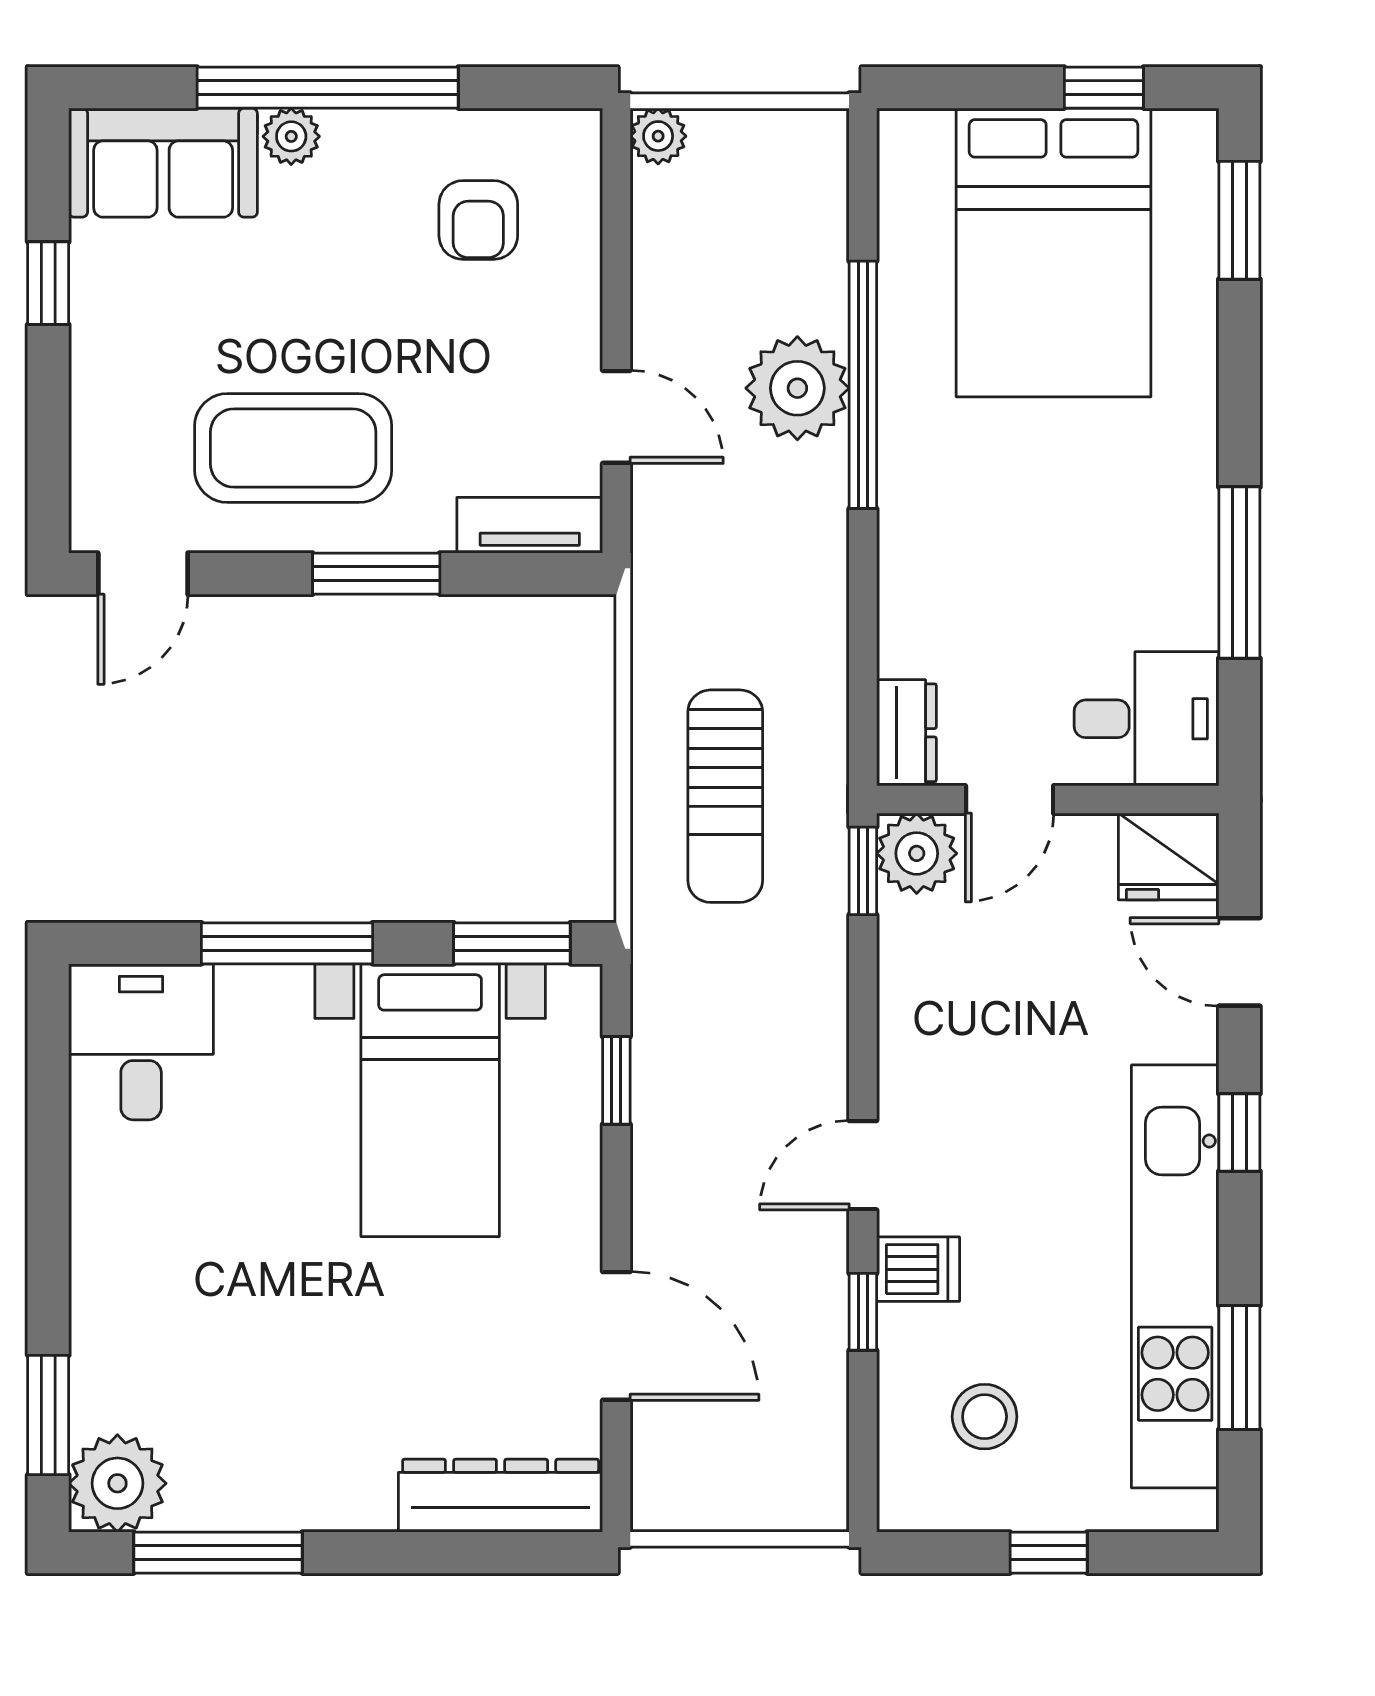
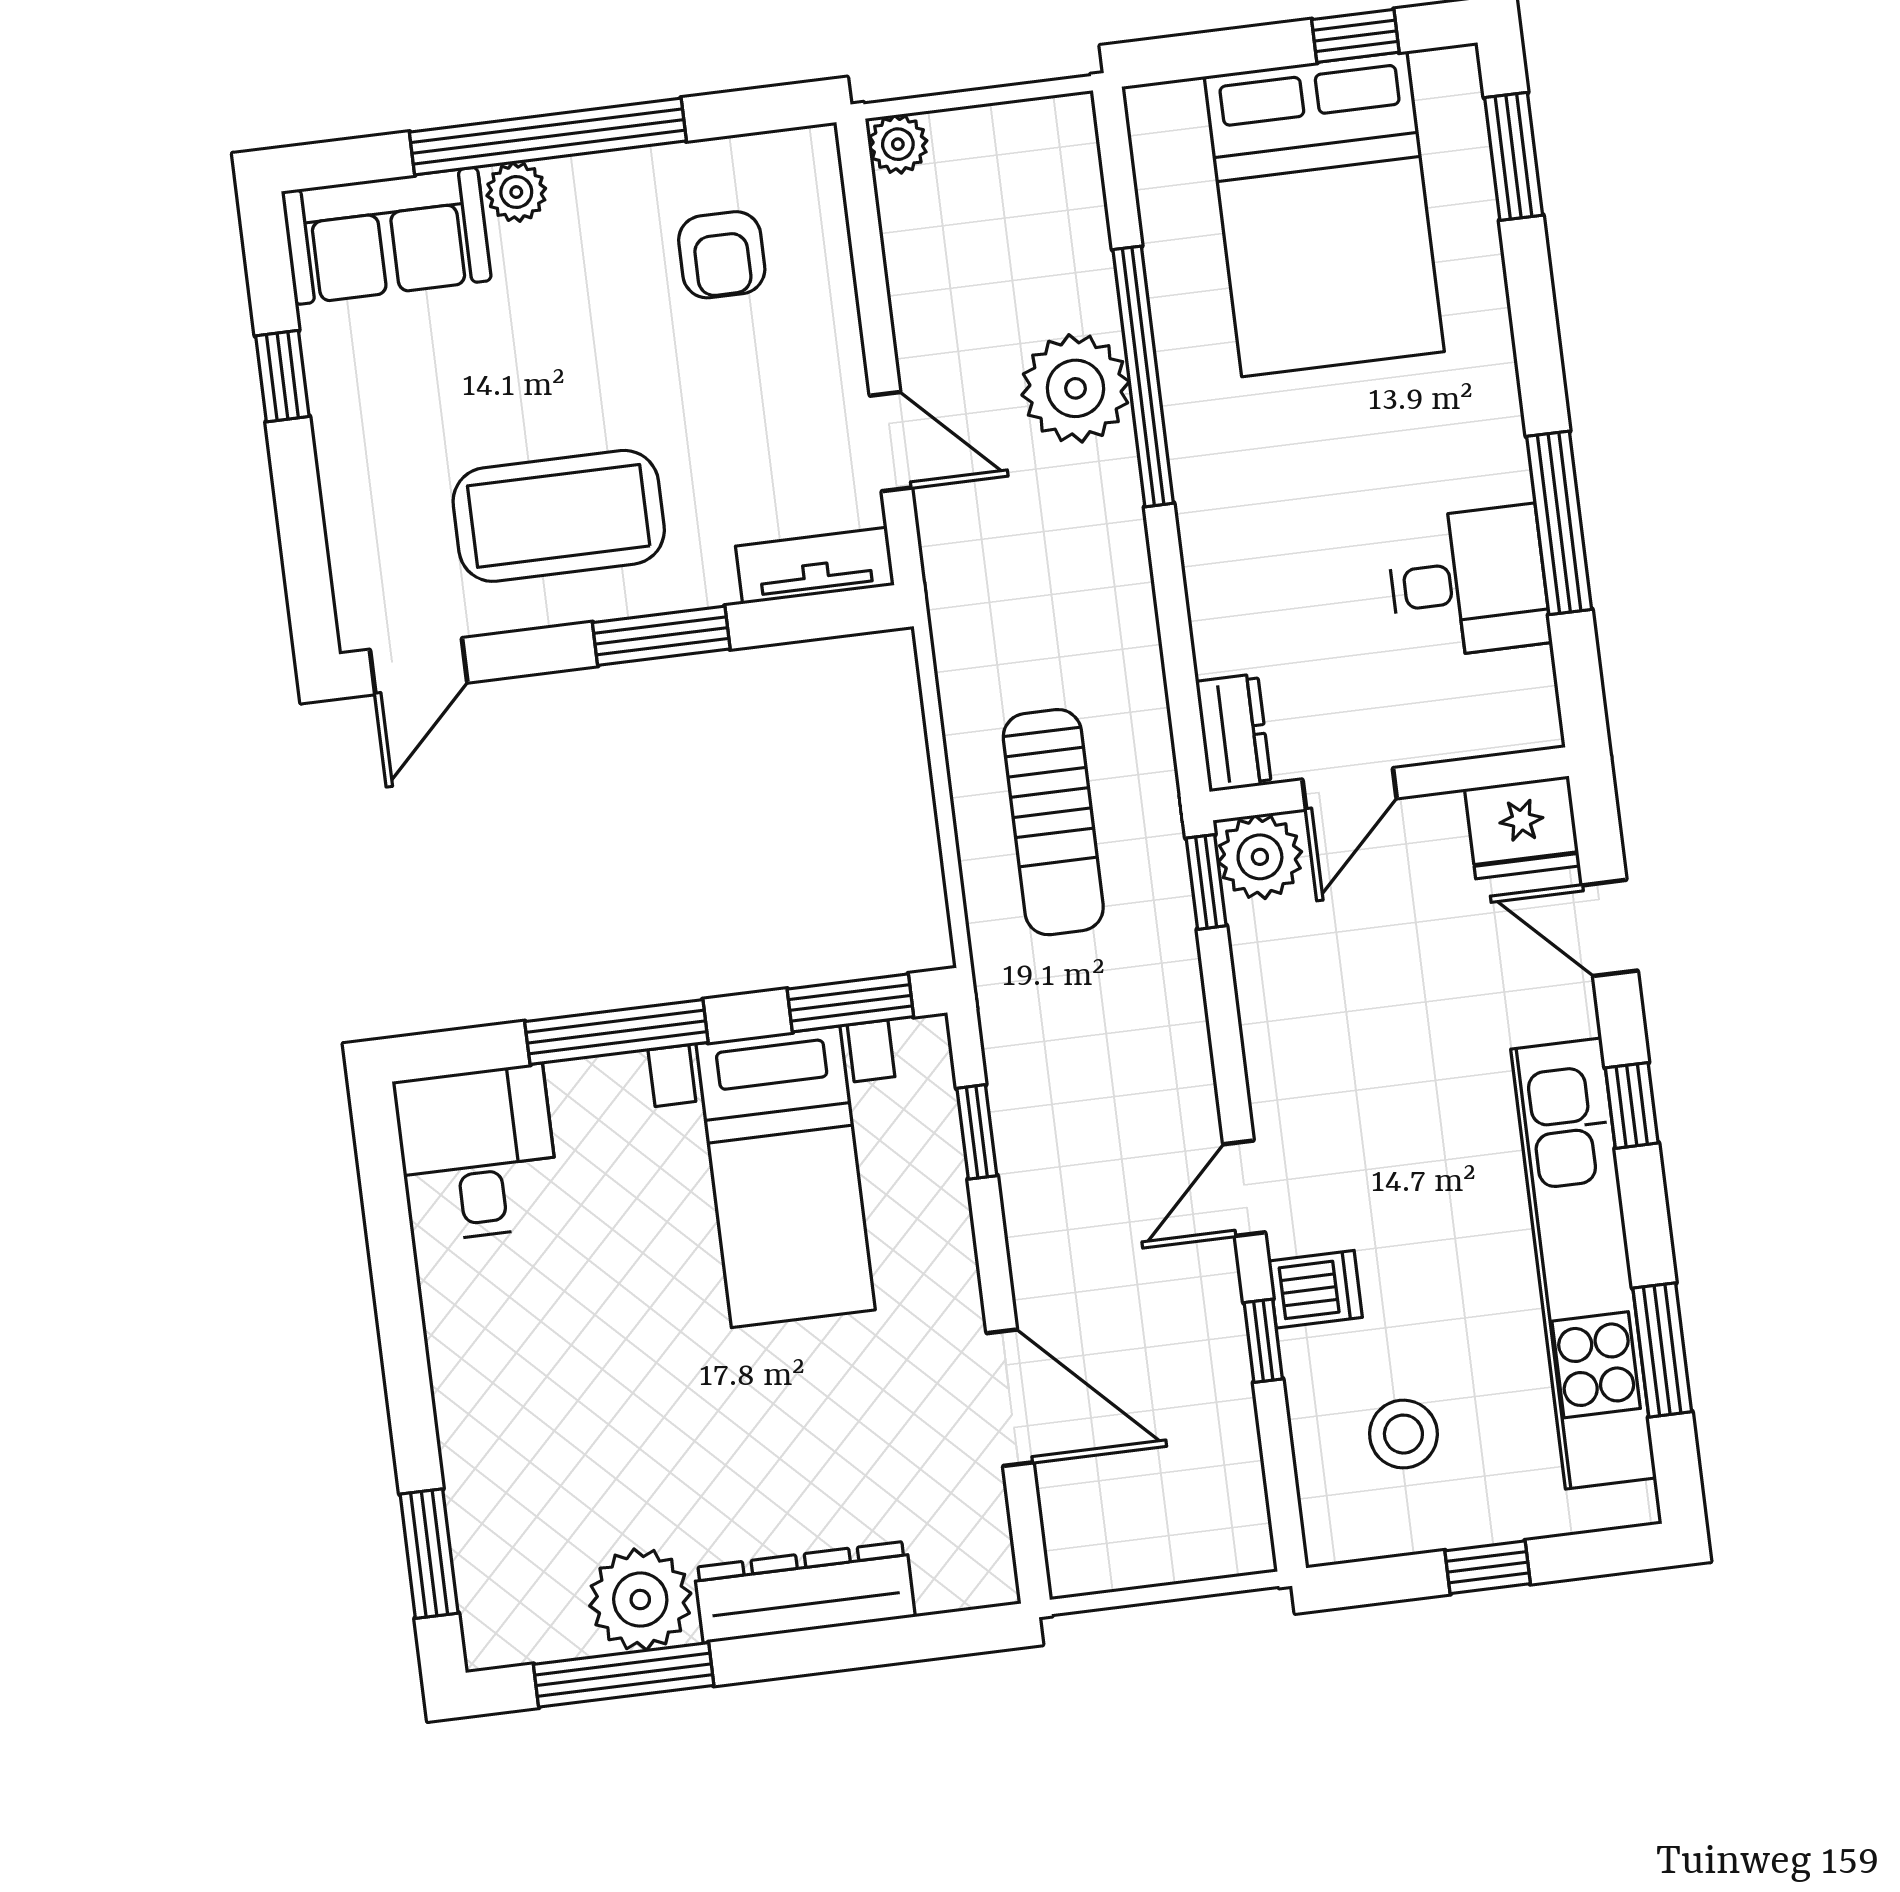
desk: (1147, 719) -> (1468, 582), moved
plant: (117, 1483) -> (640, 1600), moved
dresser: (501, 1496) -> (805, 1592), moved

